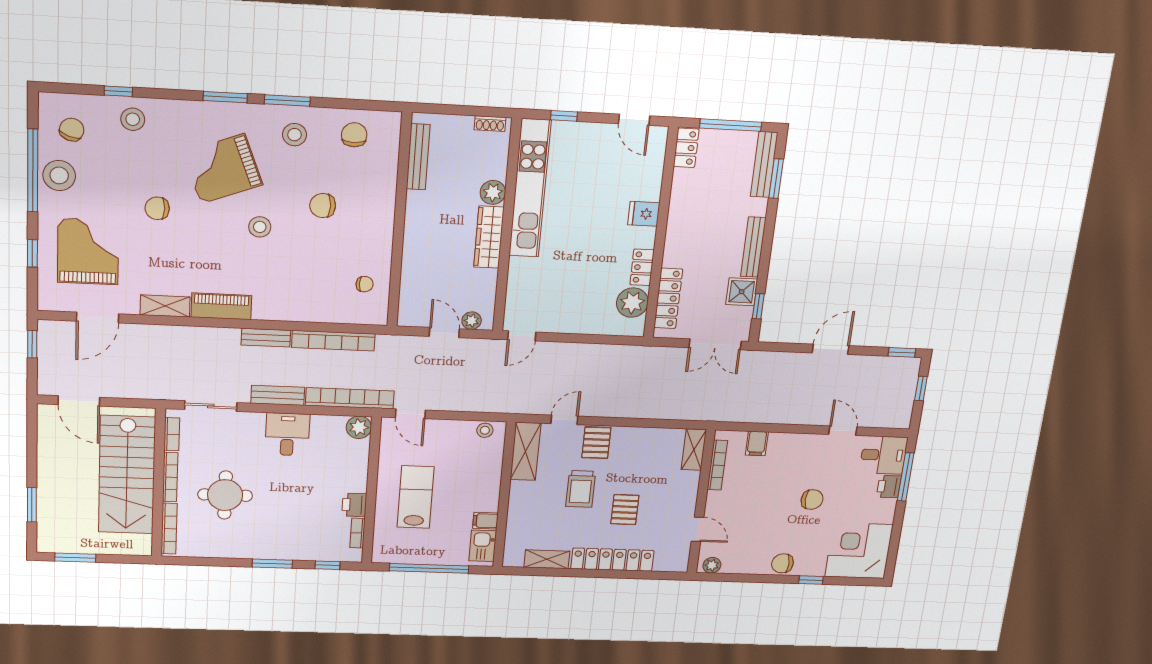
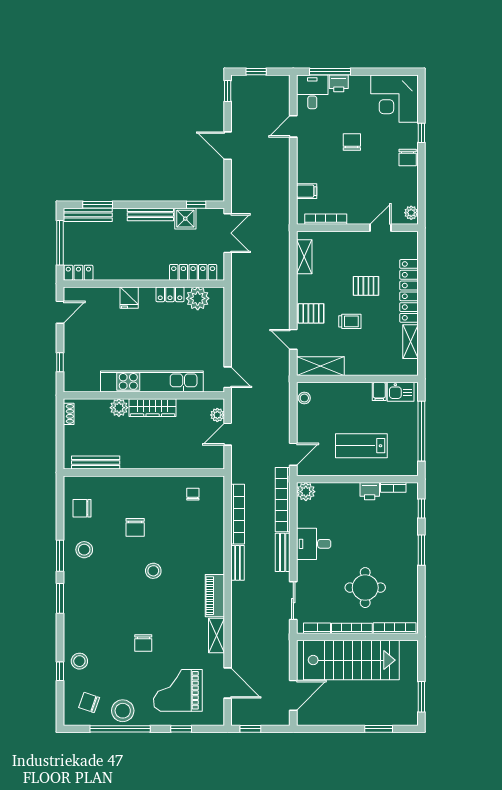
grand piano: (223, 169) -> (112, 598), removed
kitchen unit: (530, 188) -> (152, 381), moved
shelving: (694, 450) -> (304, 257), moved, turned 90
trolley: (581, 489) -> (350, 321), width x0.73, depth x0.72

